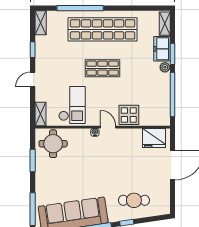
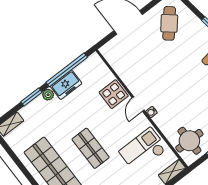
freezer: (162, 49) -> (66, 85), moved
fridge: (154, 138) -> (117, 57), removed
cafe table: (134, 200) -> (169, 23), moved, turned 40

